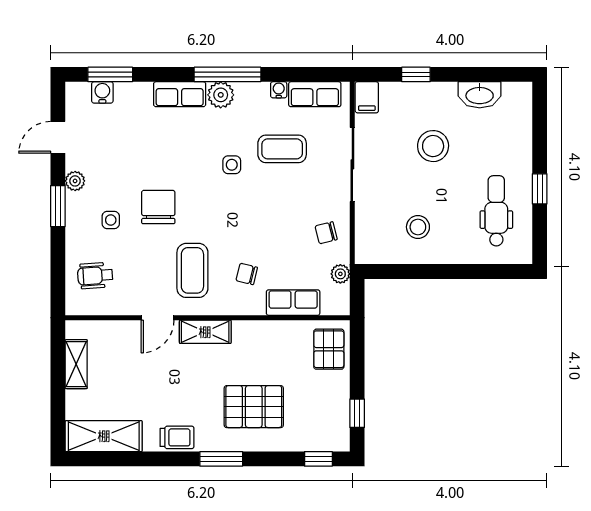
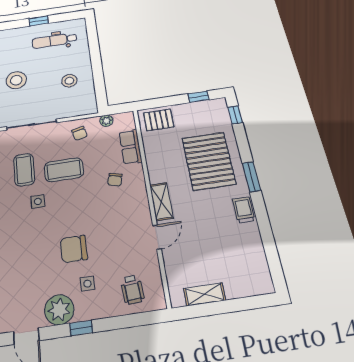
plant: (75, 181) -> (59, 310), width x1.88, depth x1.88
window: (58, 206) -> (81, 328), width x0.67
coffee table: (192, 270) -> (64, 170), moved
door: (158, 318) -> (157, 237), hinge flipped
pallet: (254, 407) -> (209, 161), width x1.37, depth x1.41
shelving: (104, 436) -> (256, 264), removed

